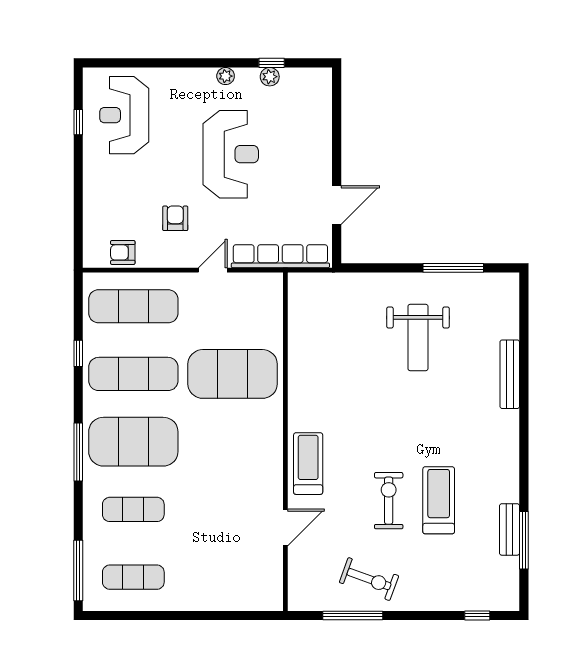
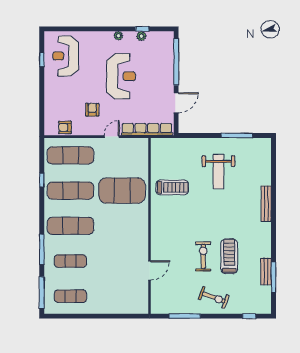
window: (337, 126) -> (176, 62), added
bench: (510, 374) -> (266, 204), moved
exercise mat: (133, 442) -> (70, 226), width x0.68
window: (78, 452) -> (42, 249), moved
treadmill: (308, 464) -> (172, 187), moved, turned 90
exercise bike: (369, 579) -> (214, 297), moved

